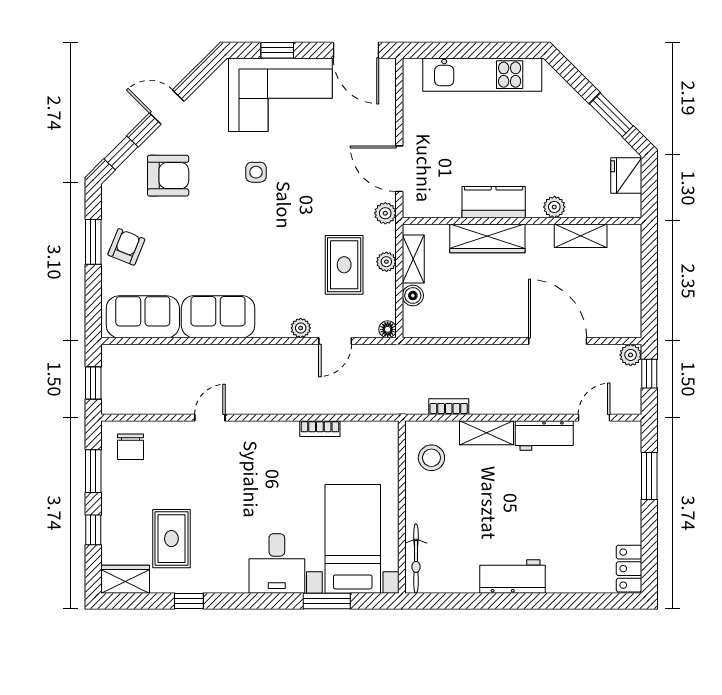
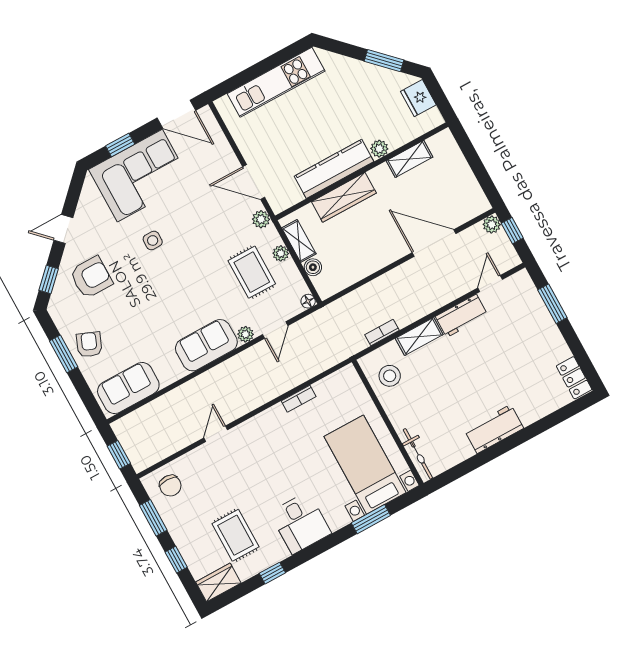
kitchen counter: (494, 202) -> (334, 169), width x1.50
sofa: (218, 317) -> (206, 345), moved
desk: (277, 563) -> (300, 523), moved

